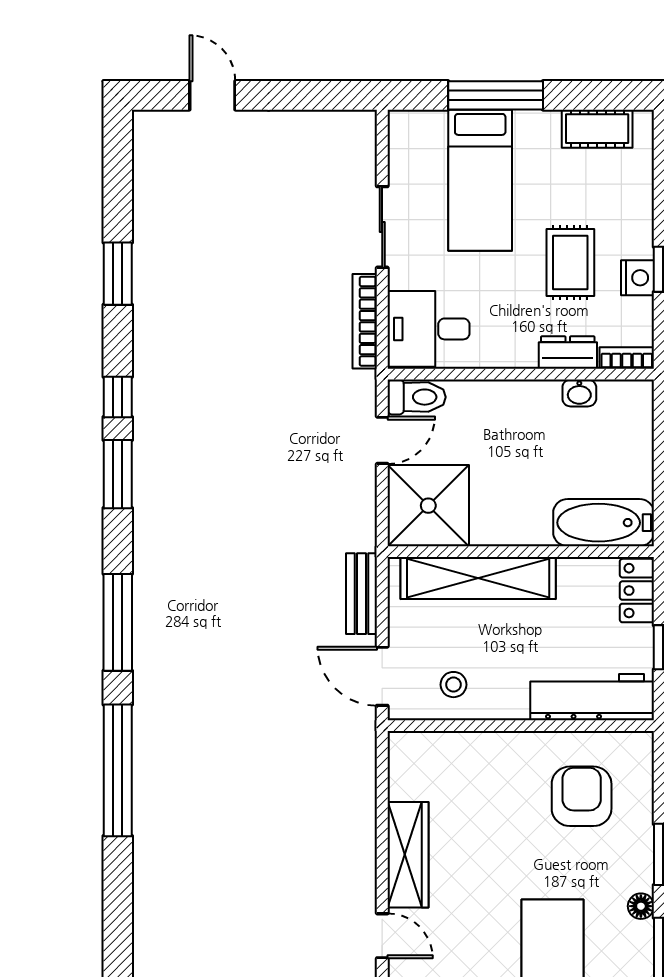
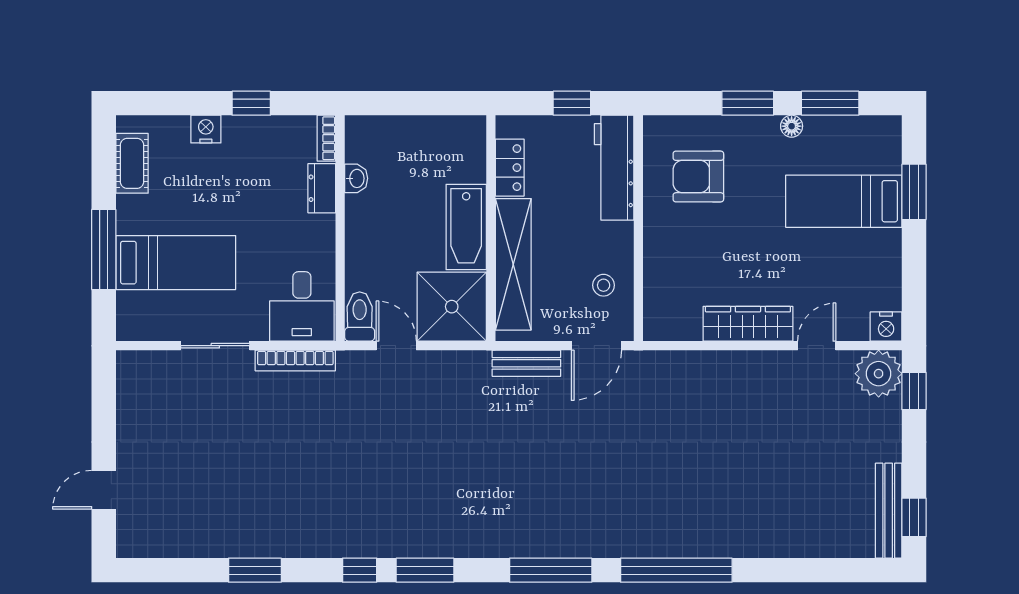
rug: (570, 263) -> (246, 186), removed
nightstand: (638, 278) -> (206, 129), moved
bathtub: (604, 523) -> (466, 227), moved
locker: (637, 591) -> (510, 168), moved, turned -90

